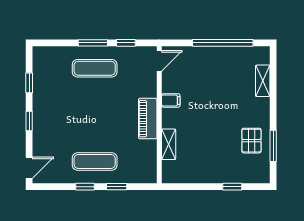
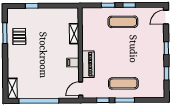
shelving: (263, 81) -> (12, 88), moved
piano: (148, 119) -> (88, 64), moved

